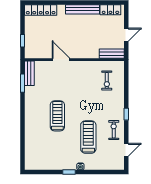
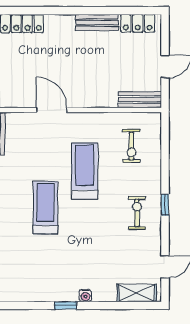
bench: (83, 9) -> (97, 23), width x0.73
exercise bike: (114, 130) -> (137, 213), moved
treadmill: (88, 137) -> (85, 171), moved
shelving: (110, 165) -> (137, 293), added

